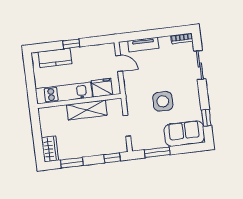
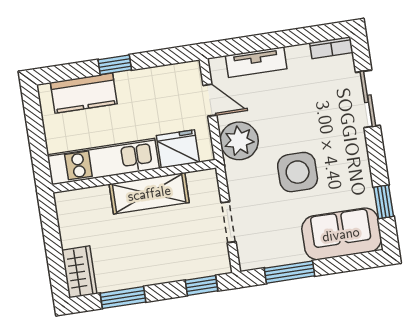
plant: (133, 85) -> (239, 141), added

